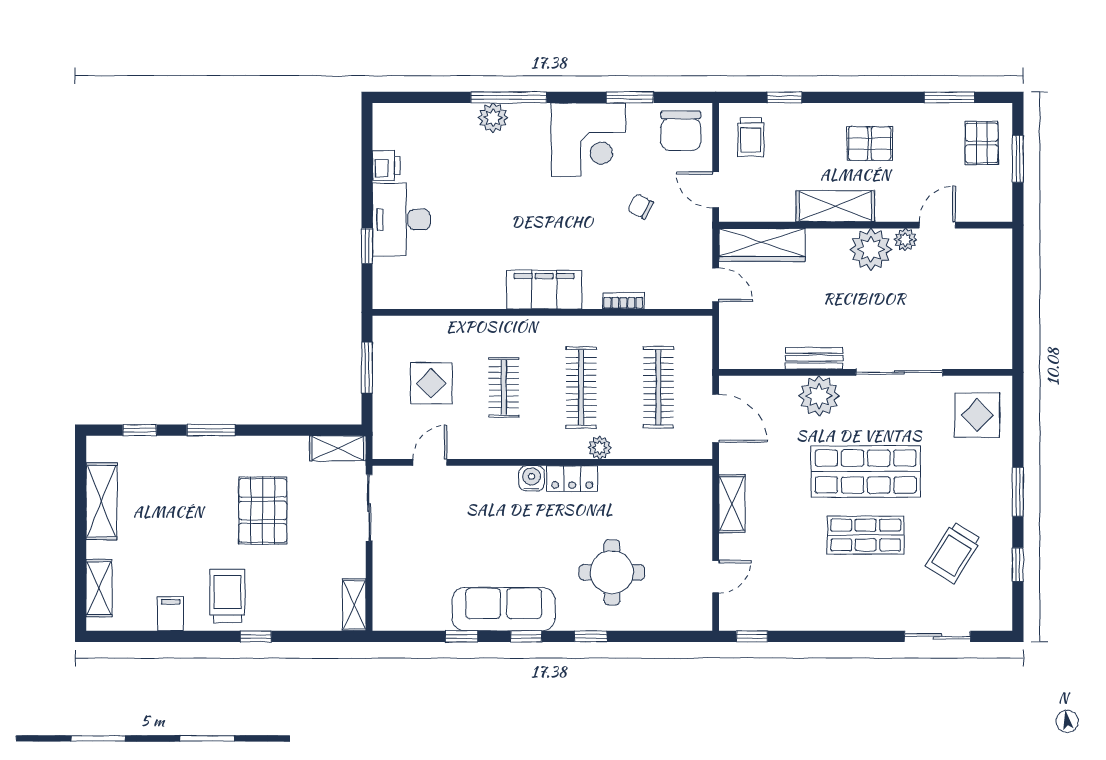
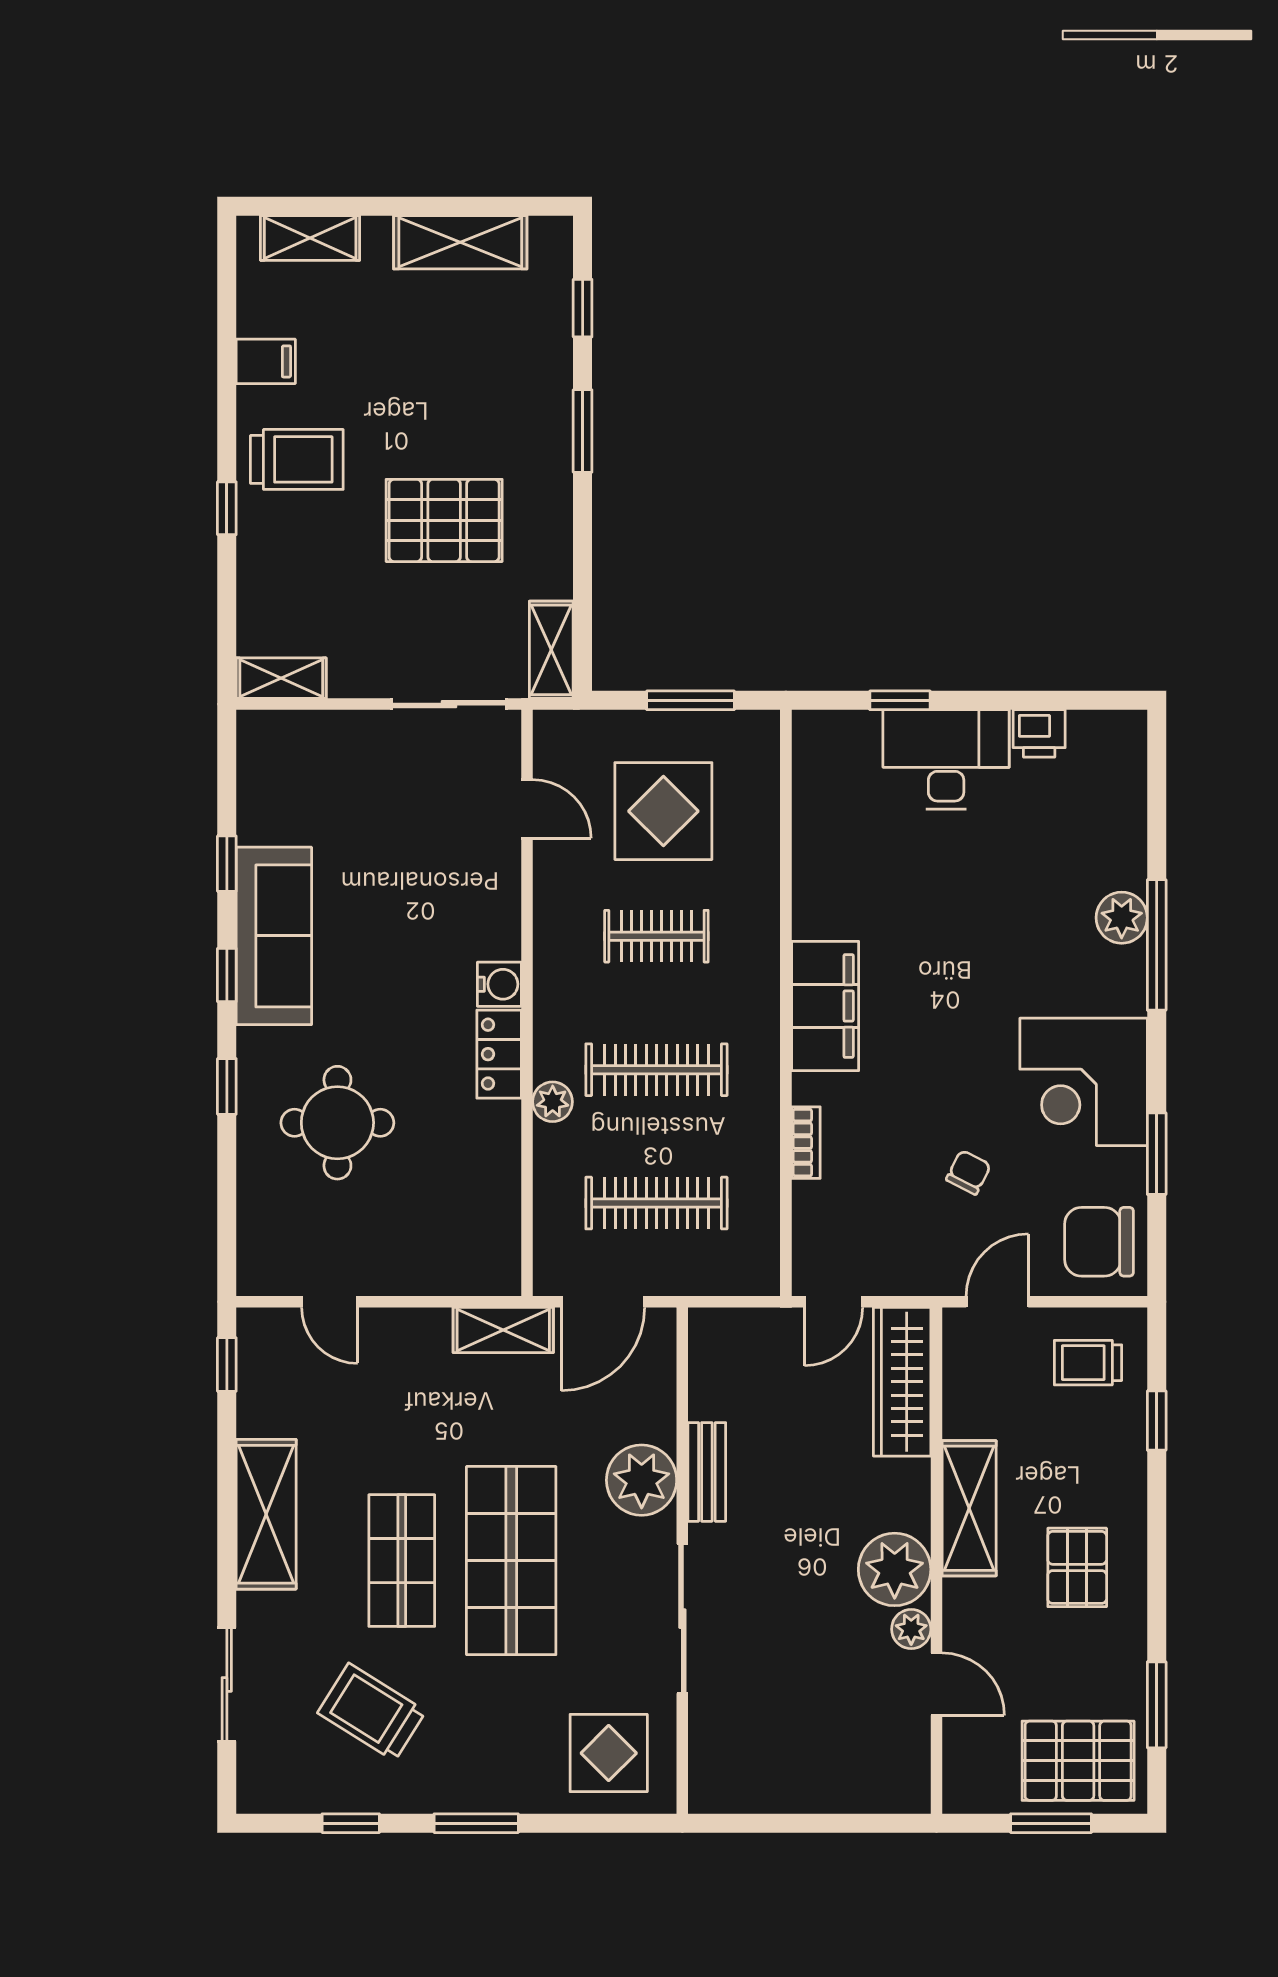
pallet: (982, 143) -> (1078, 1761), width x1.50, depth x1.42
display table: (431, 383) -> (663, 811), width x1.36, depth x1.36
shelving: (732, 504) -> (503, 1330), moved
shelving: (839, 614) -> (266, 1514), added

